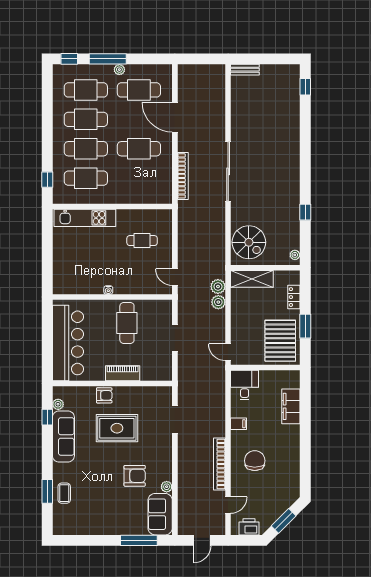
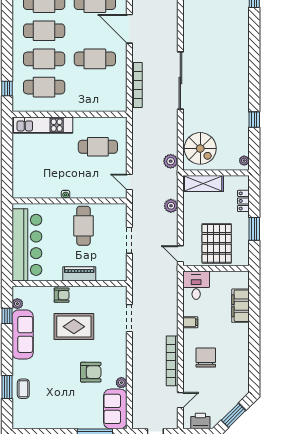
cafe table: (142, 241) -> (98, 147), width x1.37, depth x1.35
plant: (218, 286) -> (171, 161), moved
pallet: (280, 341) -> (217, 243), moved

